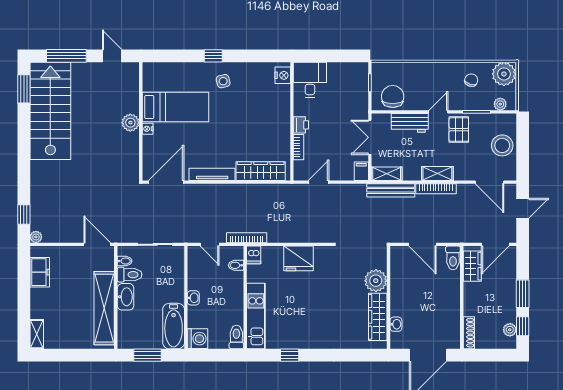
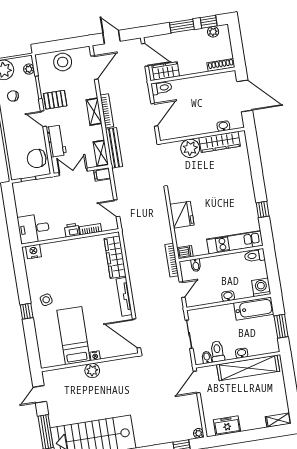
double door: (370, 137) -> (73, 172), swing flipped
washbasin: (126, 297) -> (242, 353), width x0.52, depth x0.69

